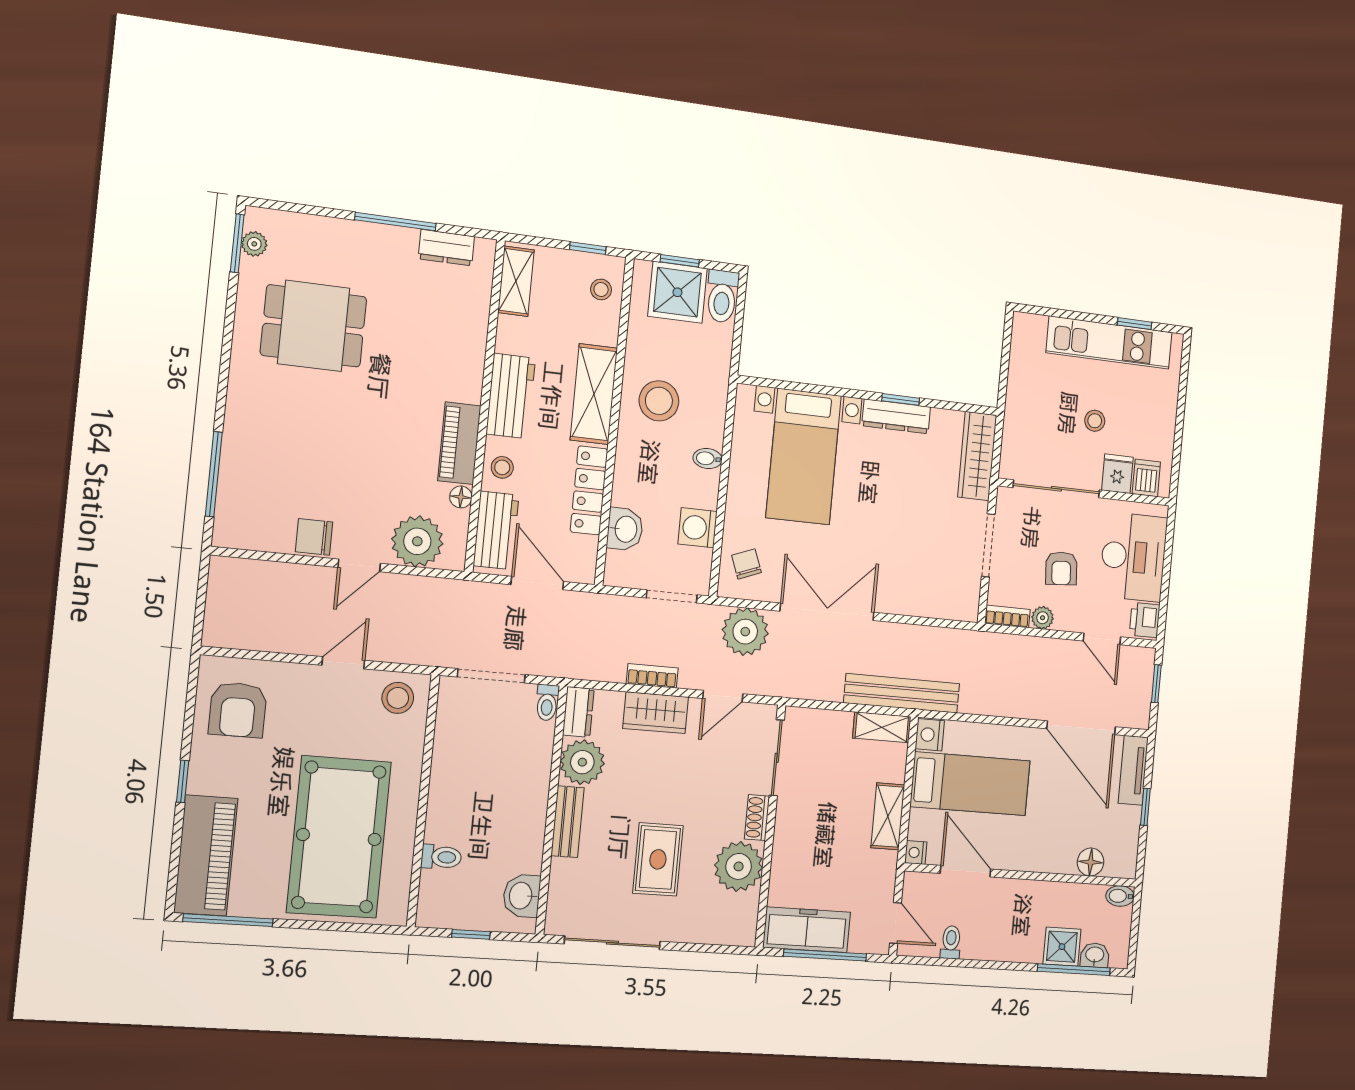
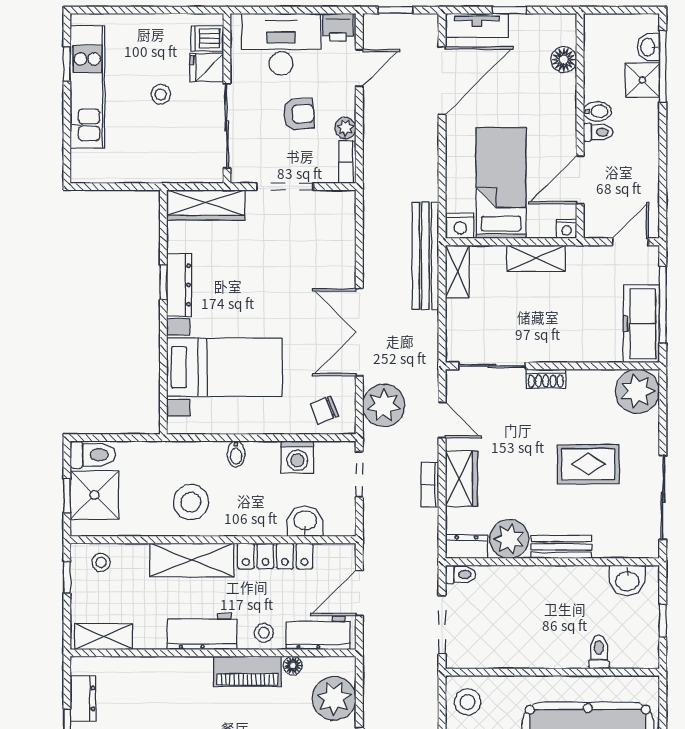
plant: (739, 866) -> (637, 391), moved
bidet: (1120, 896) -> (597, 111), moved, turned -90
toilet: (951, 942) -> (598, 132), moved, turned 180

